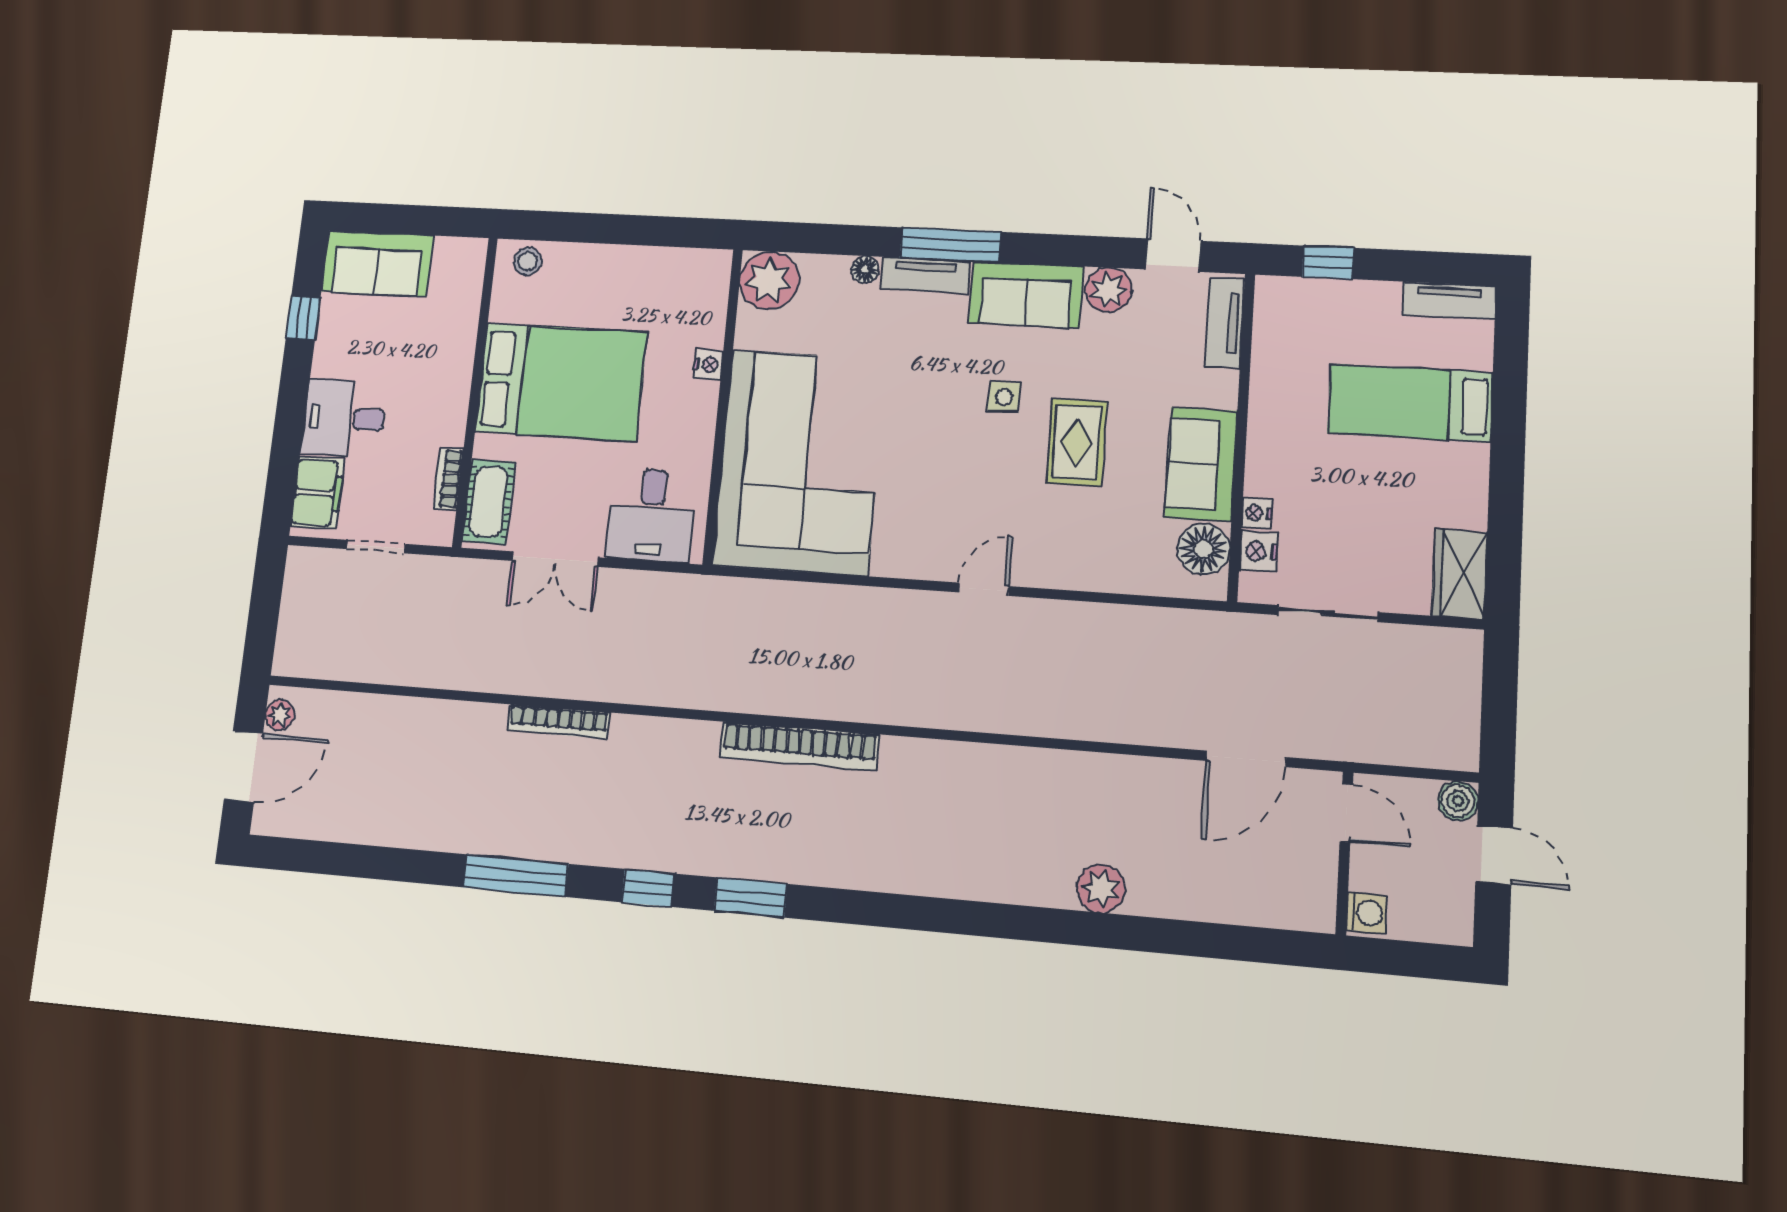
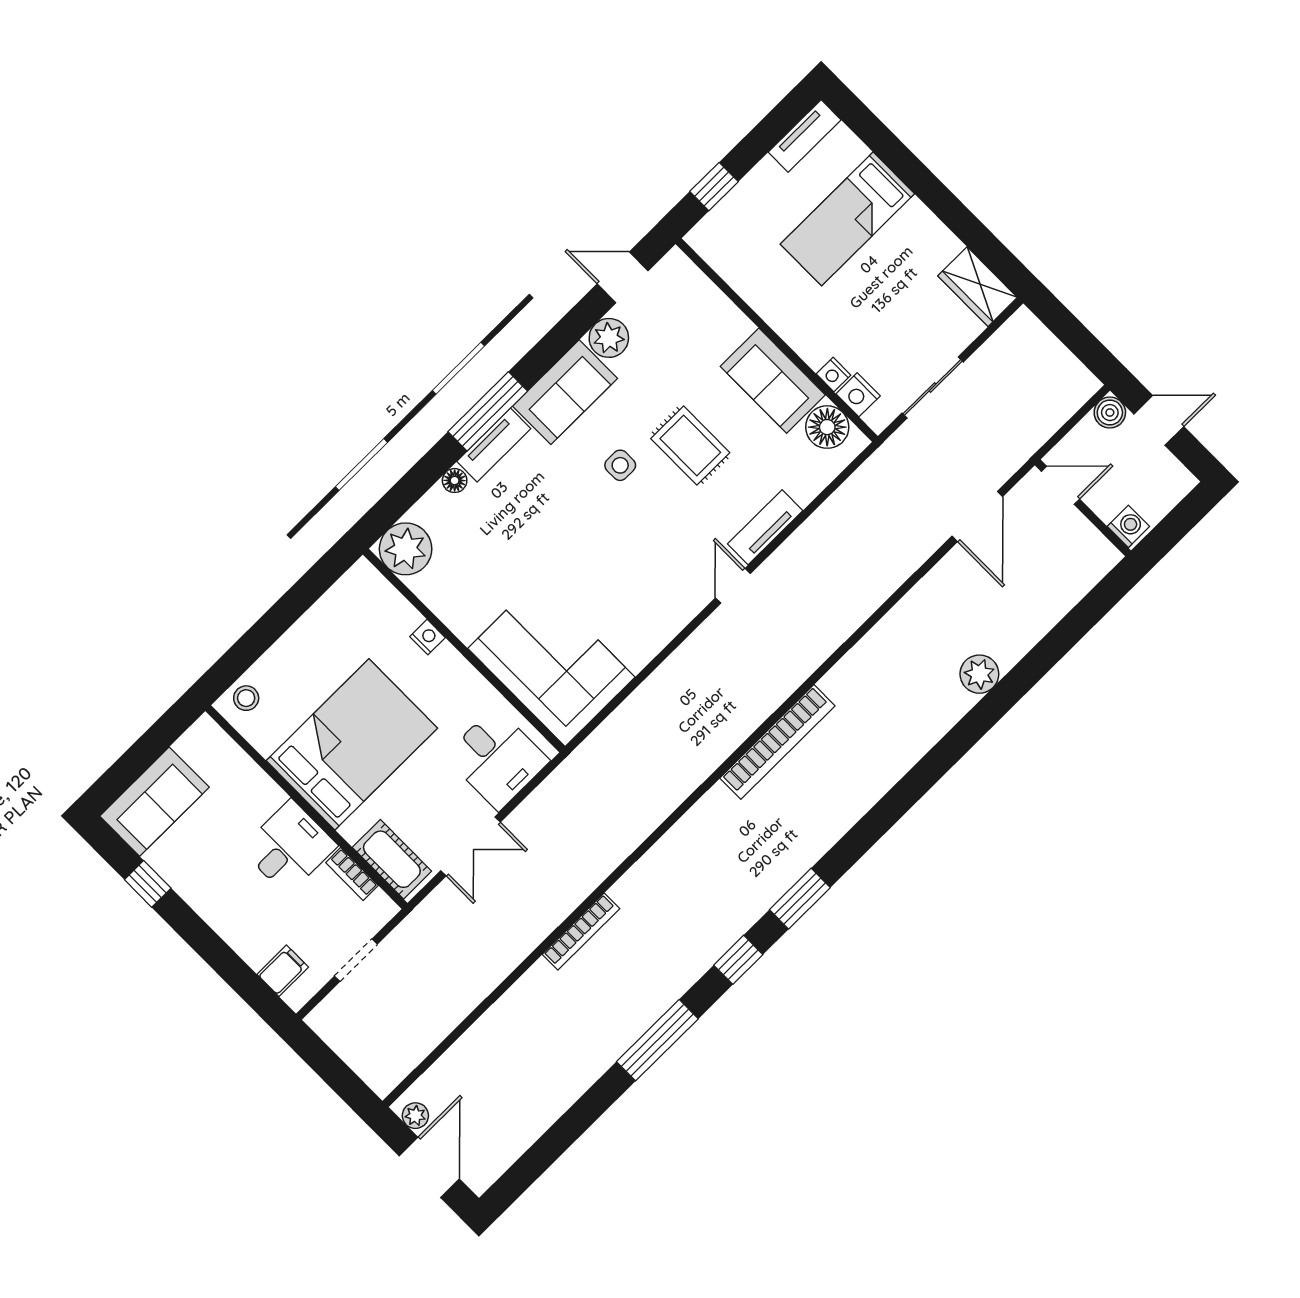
tv unit: (1225, 323) -> (765, 527), moved, turned 90
desk: (344, 418) -> (289, 847), moved, turned 180
corner sofa: (799, 462) -> (551, 663), width x0.73, depth x0.74
filing cabinet: (318, 493) -> (283, 971), width x0.50
bookcase: (799, 746) -> (777, 742), moved

